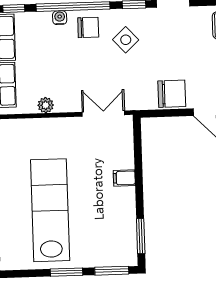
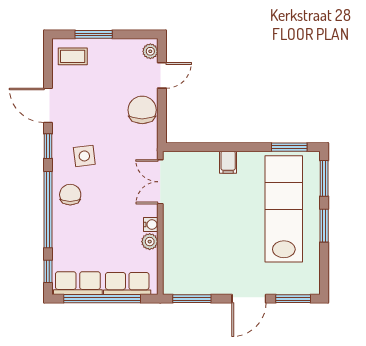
water cooler: (60, 18) -> (151, 225), moved, turned 180
side table: (126, 40) -> (84, 156), turned 36
lab bench: (50, 210) -> (284, 209), moved, turned 90

